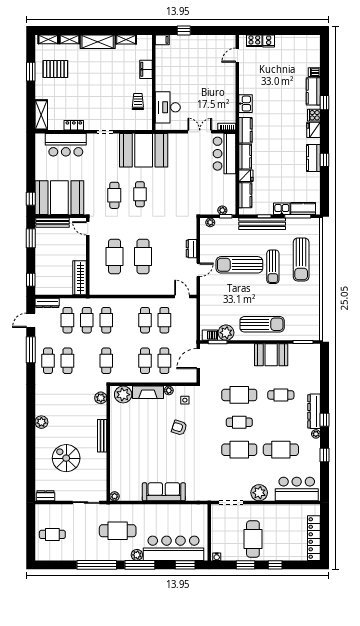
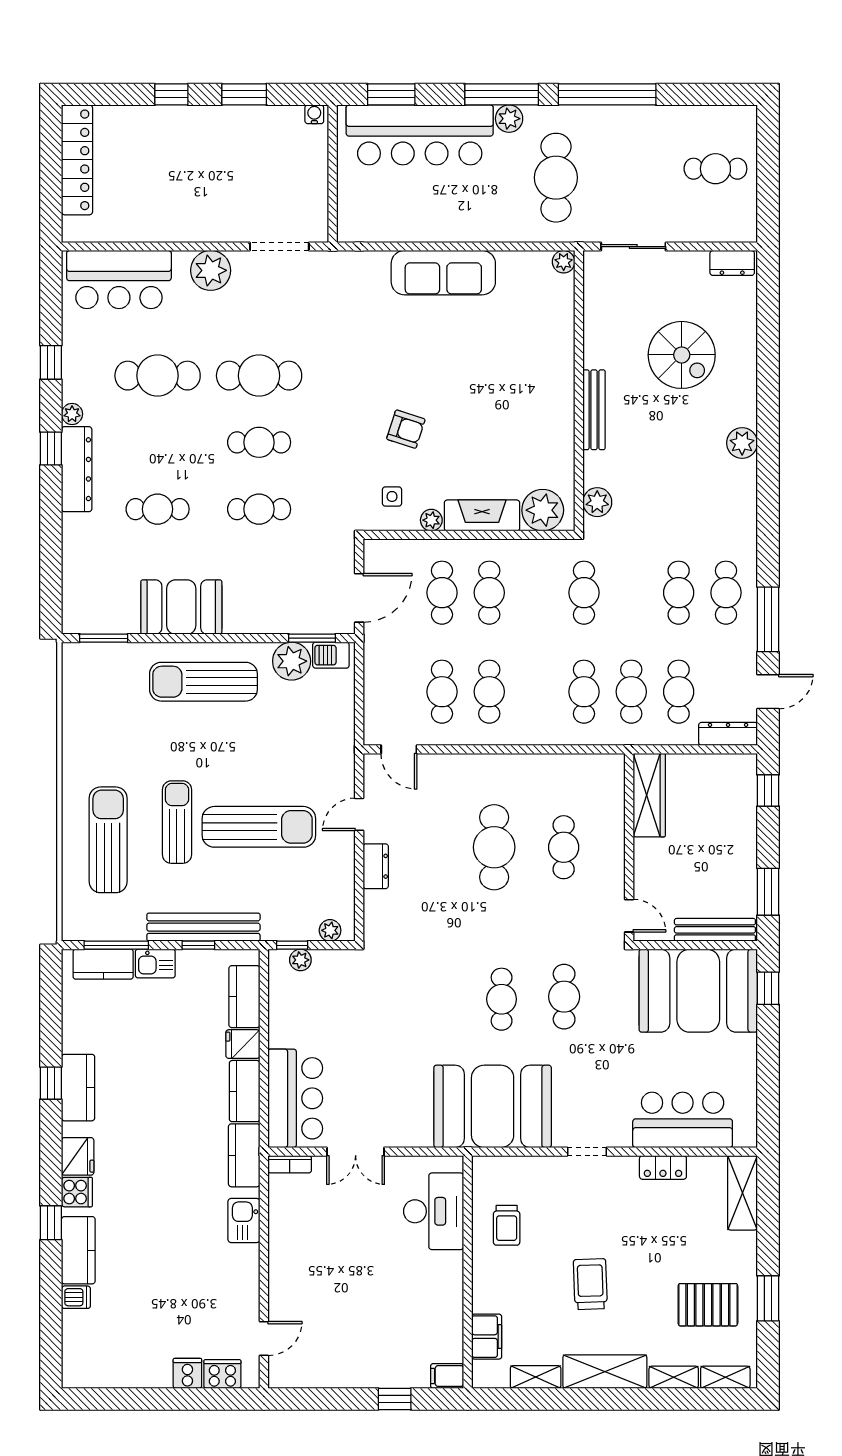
filing cabinet: (146, 69) -> (487, 1337), moved
trolley: (104, 77) -> (590, 1284), added
cafe table: (115, 256) -> (564, 847), width x0.73, depth x0.74
cafe table: (239, 395) -> (259, 509), width x0.73, depth x0.74
cafe table: (118, 531) -> (556, 178), turned 90
cafe table: (253, 539) -> (226, 157), removed

